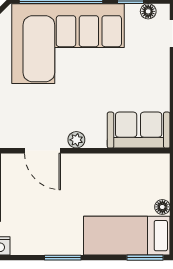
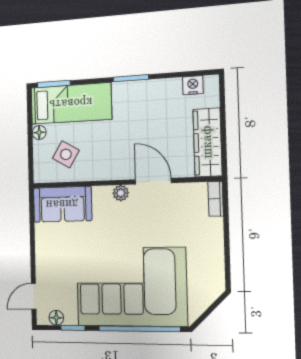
side table: (134, 182) -> (66, 154), added

